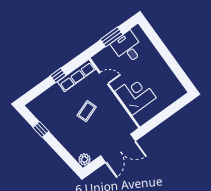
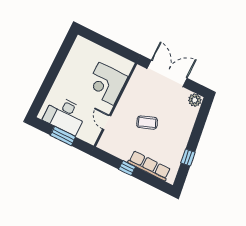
desk: (128, 48) -> (65, 115), width x1.37
row of seats: (77, 75) -> (149, 166), moved

